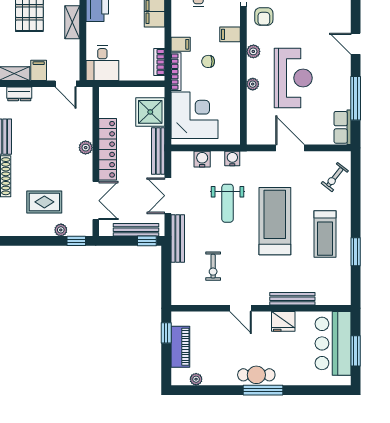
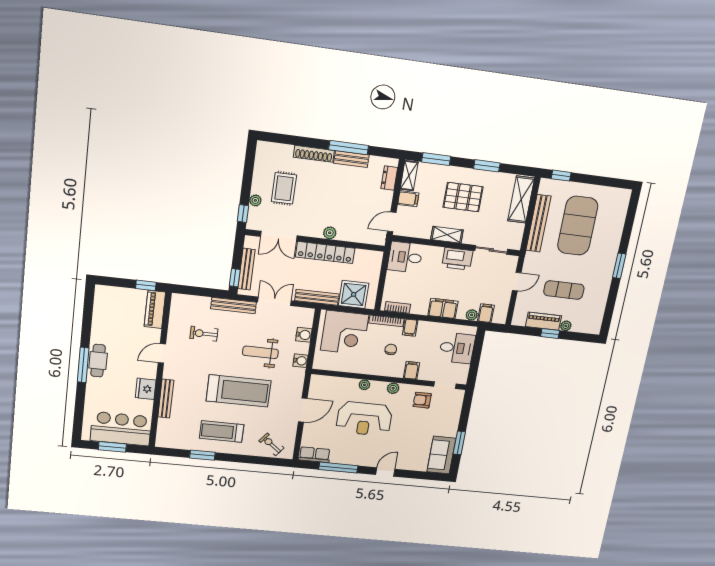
piano: (180, 347) -> (155, 309), moved, turned 90
plant: (196, 379) -> (99, 307), removed

